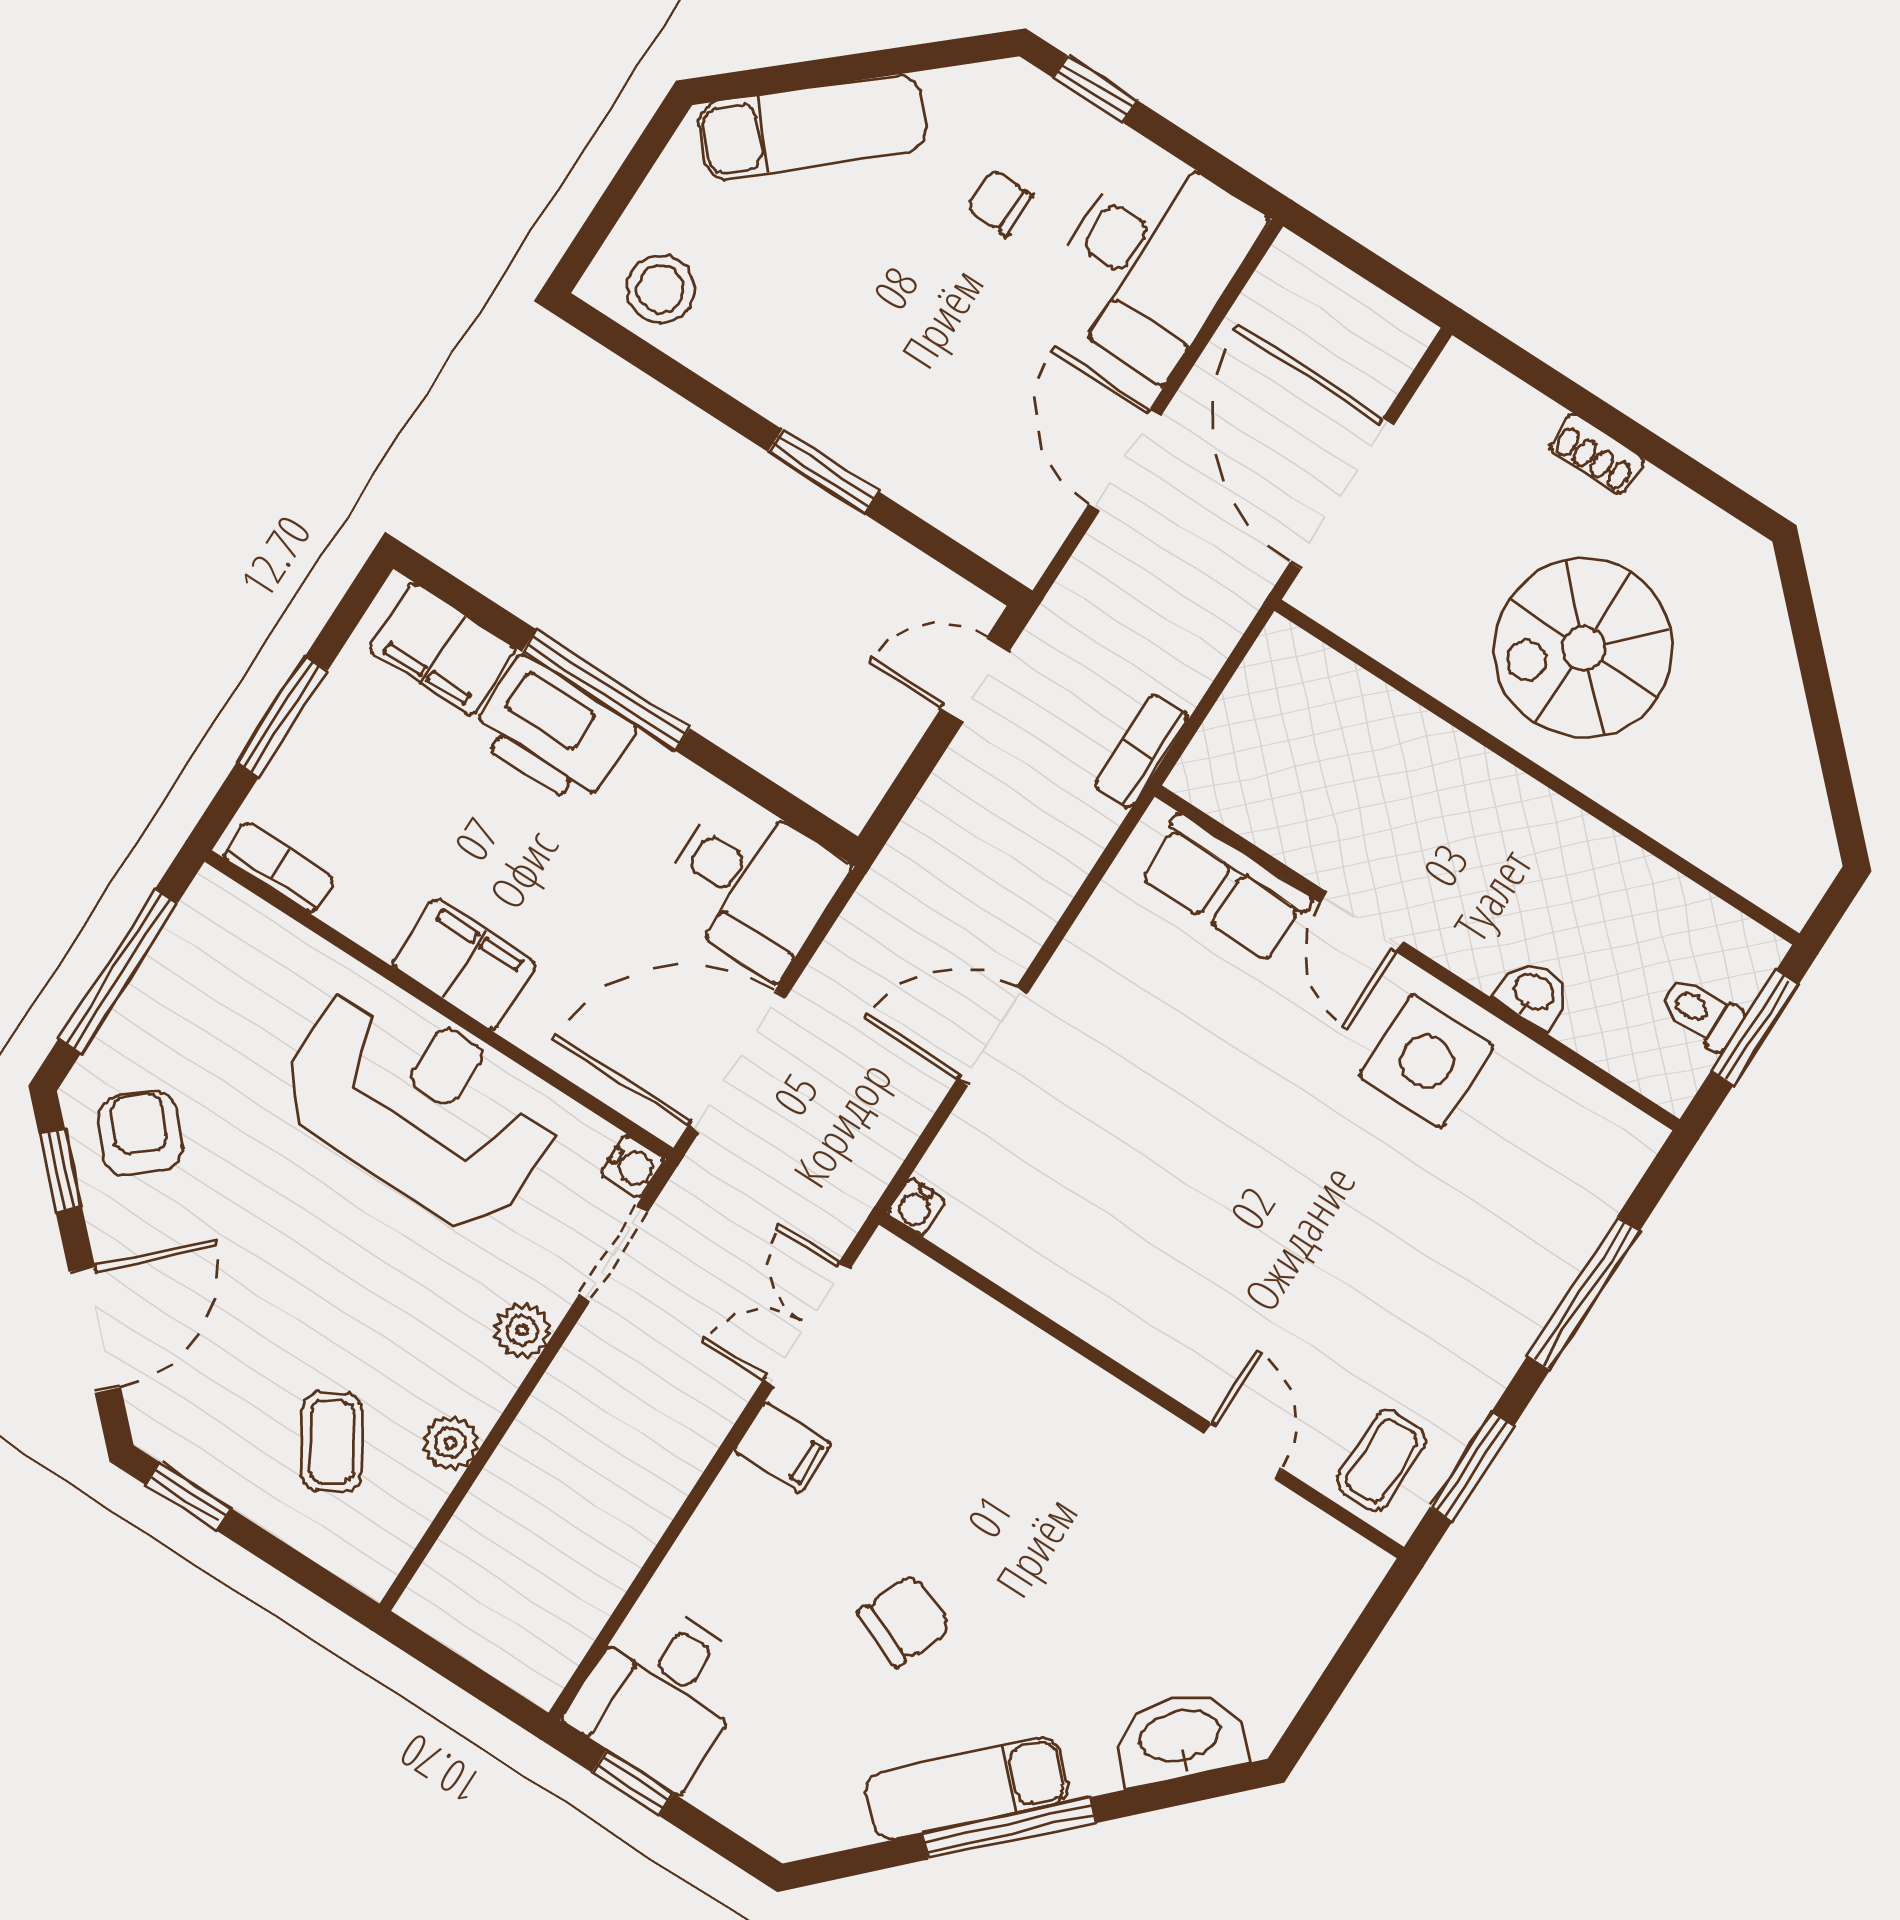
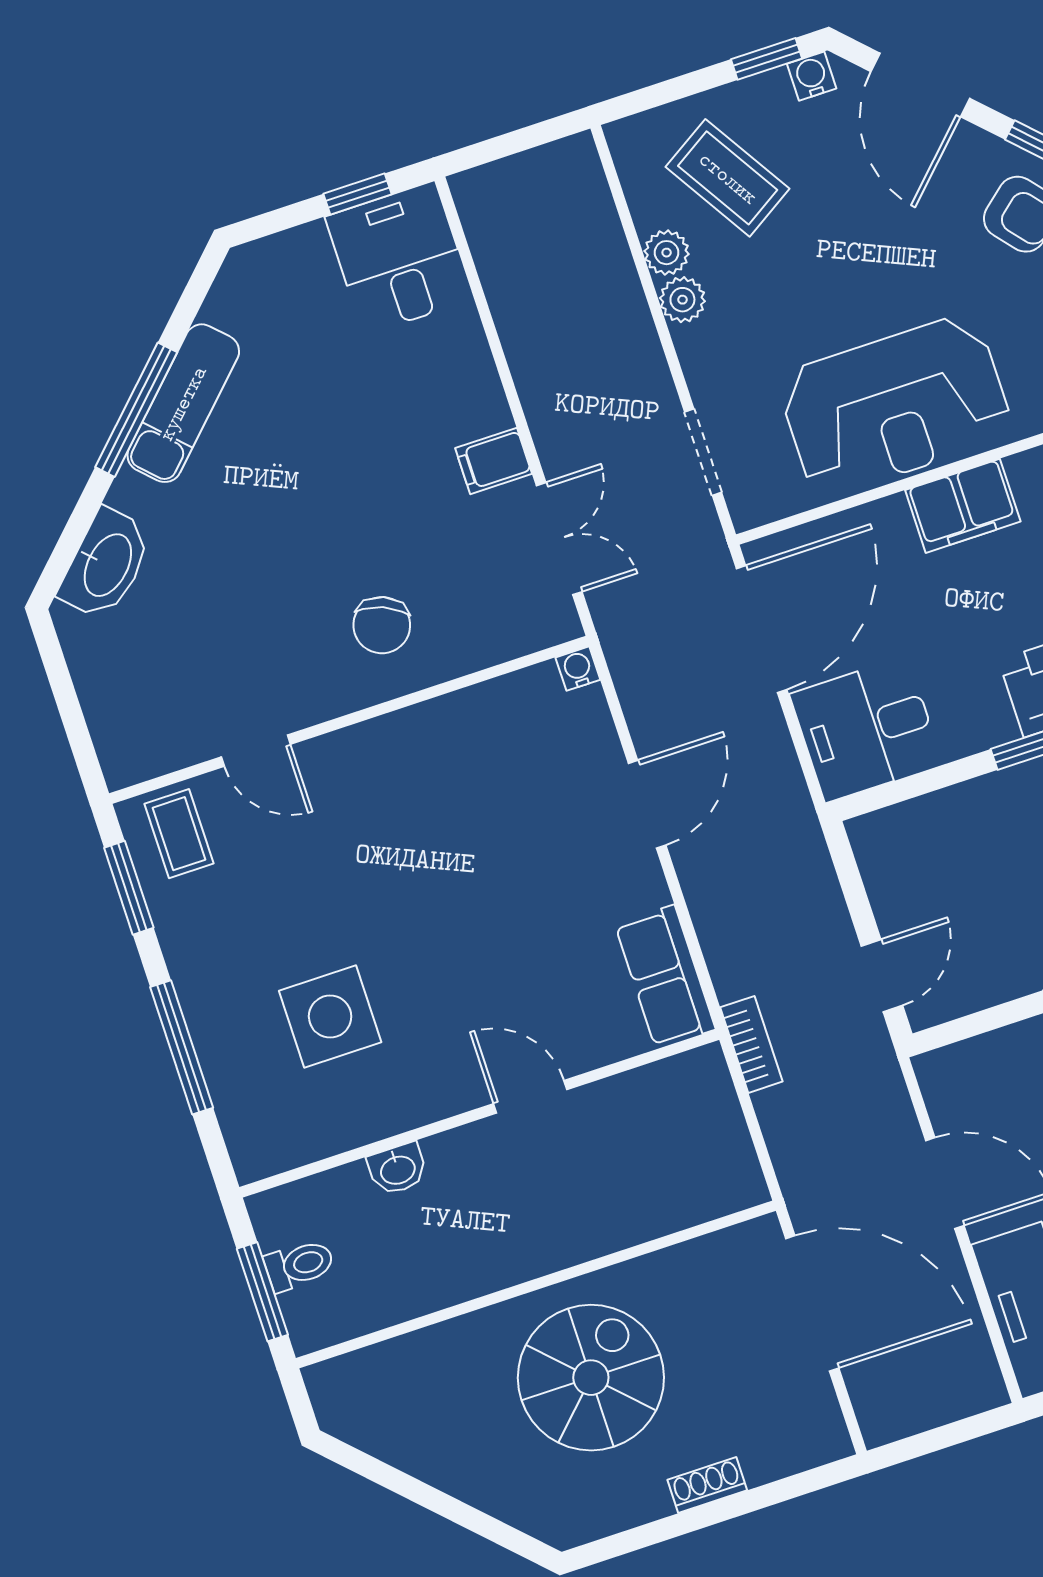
row of seats: (1225, 888) -> (665, 977), moved, turned -90
side table: (1427, 1061) -> (330, 1017), moved
water cooler: (633, 1166) -> (812, 76), moved, turned 90
plant: (522, 1331) -> (682, 300), moved
coffee table: (332, 1442) -> (728, 178), width x1.36, depth x1.30
chair: (904, 1620) -> (382, 625), moved

